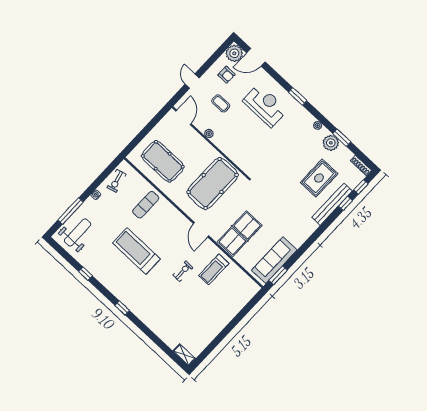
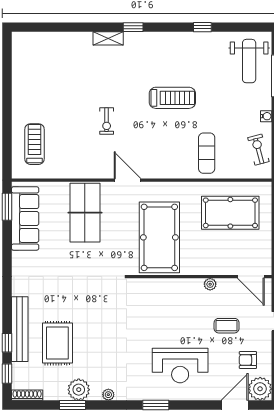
treadmill: (136, 251) -> (172, 98), width x0.73, depth x0.73
treadmill: (214, 269) -> (35, 144), moved
shelving: (184, 355) -> (108, 38), moved

